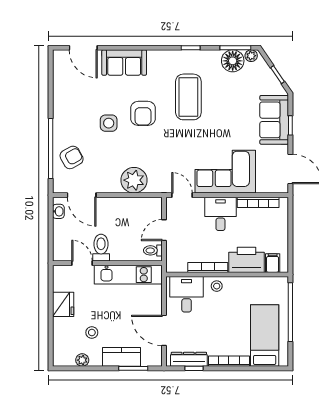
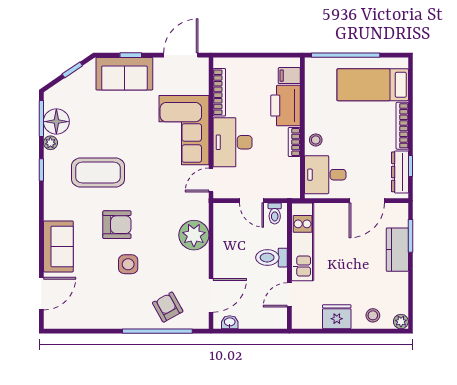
plant: (251, 56) -> (50, 143), moved
desk: (220, 214) -> (233, 142), width x1.37
toilet: (101, 248) -> (271, 258), moved
bookcase: (208, 267) -> (294, 142), width x0.64
stool: (92, 332) -> (373, 315), moved
plant: (82, 360) -> (401, 322), moved

